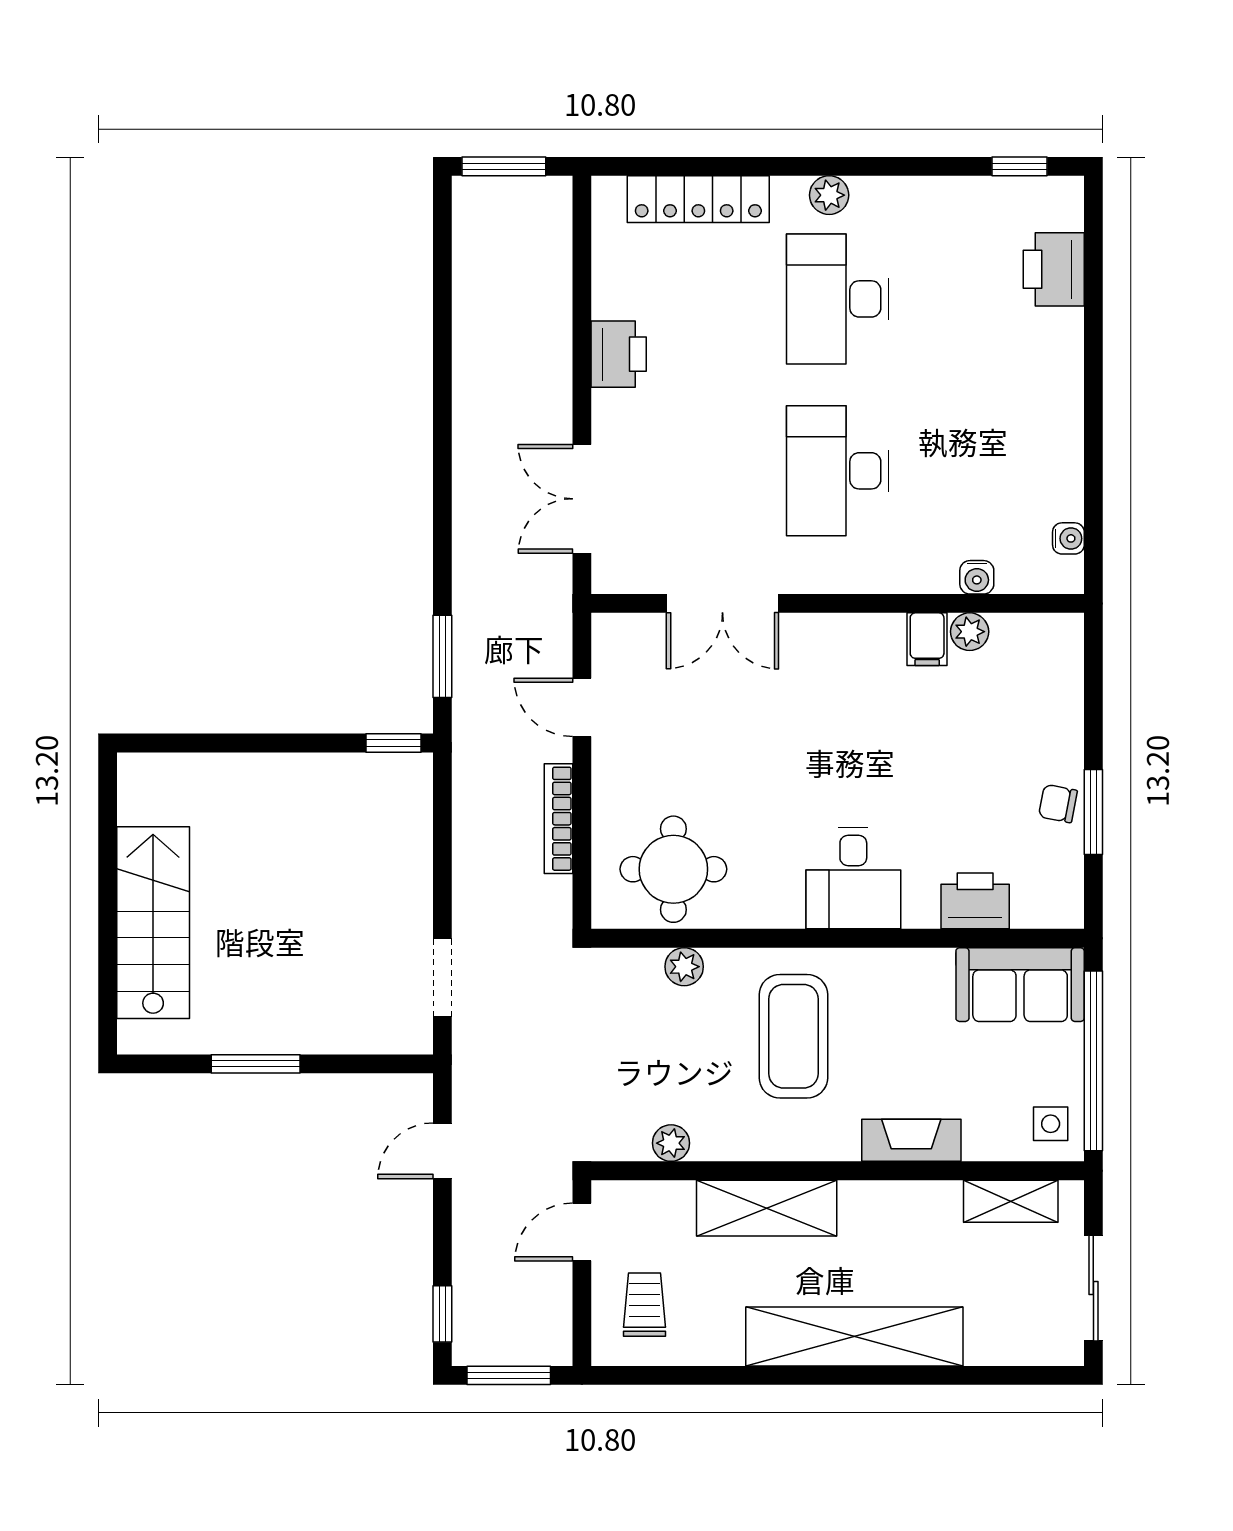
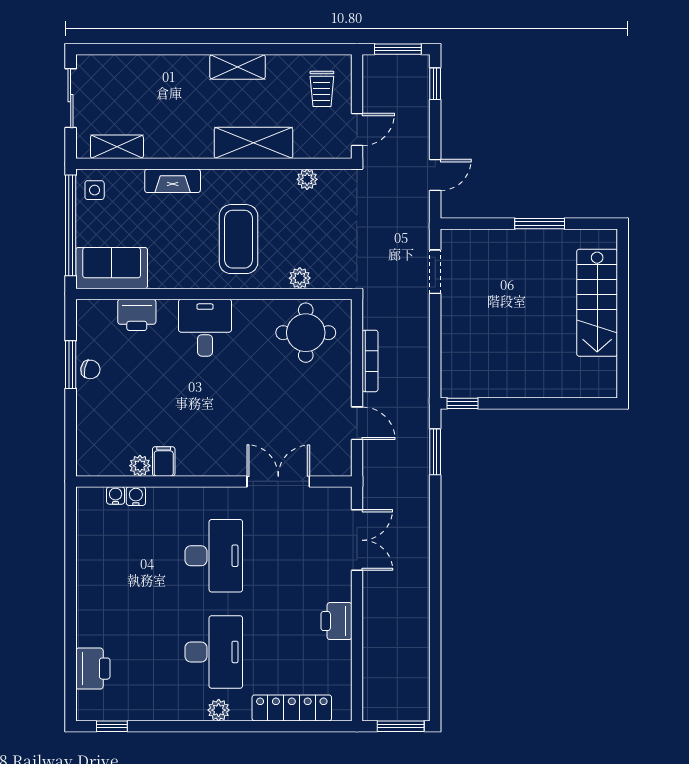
water cooler: (1068, 538) -> (116, 495), moved, turned 90
shelving: (854, 1337) -> (238, 67), width x0.45, depth x0.75

